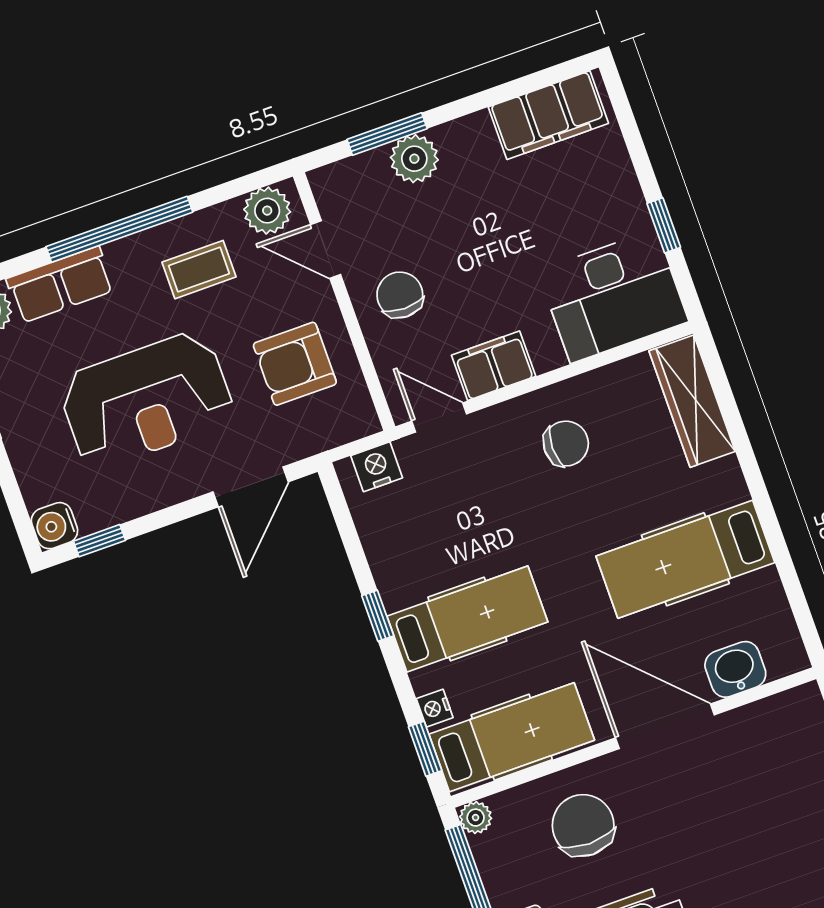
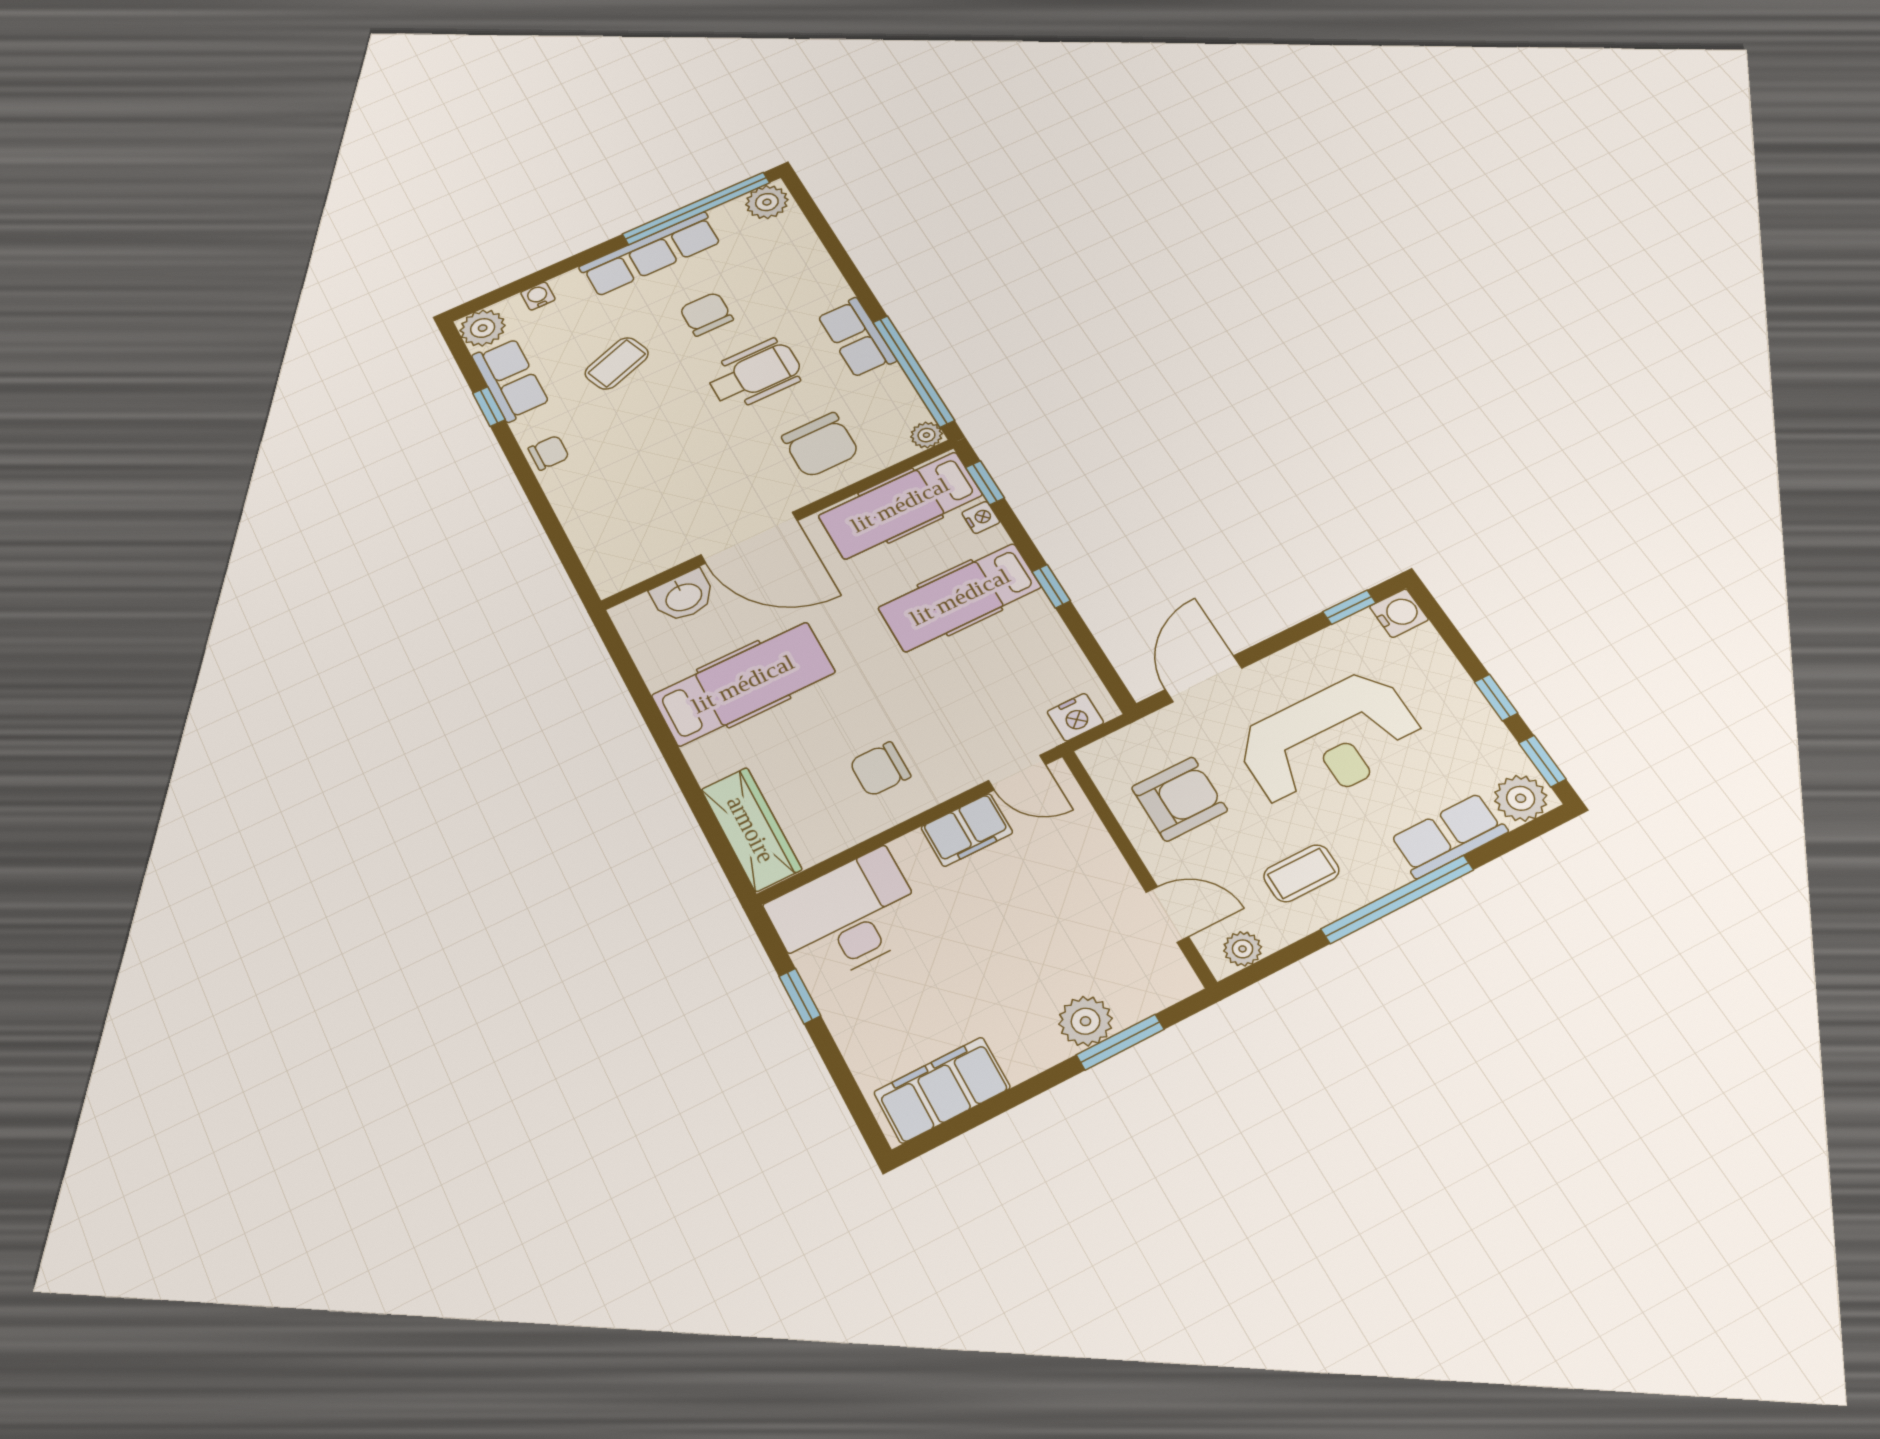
plant: (267, 211) -> (1243, 949), width x0.73, depth x0.73
chair: (400, 295) -> (1078, 882), removed
reception desk: (146, 400) -> (1330, 741), turned 180

